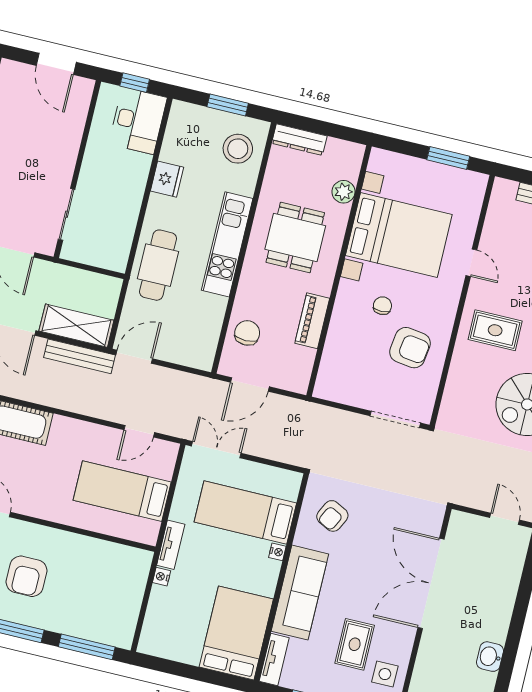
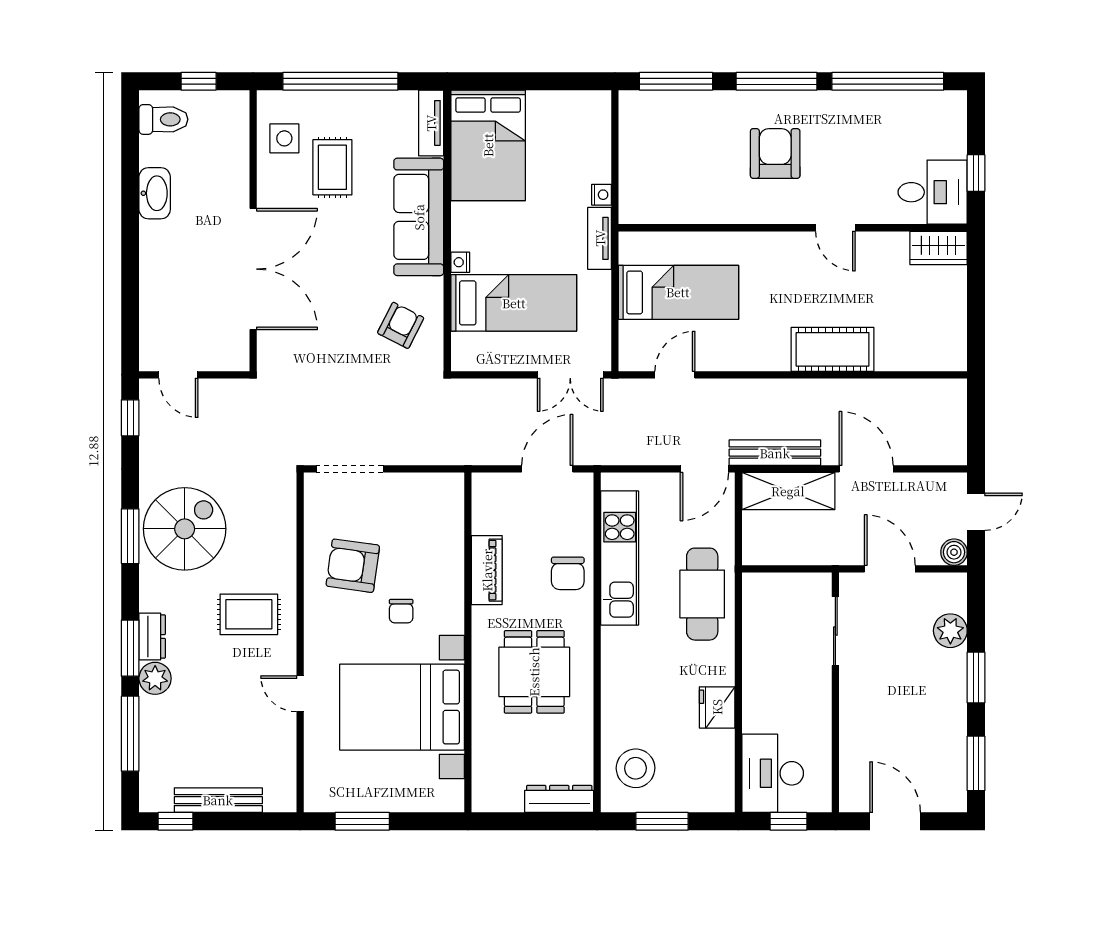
plant: (343, 192) -> (486, 745), removed
kitchen unit: (227, 244) -> (620, 558), moved
chair: (247, 333) -> (568, 573), moved
washbasin: (490, 657) -> (155, 193), width x1.38

